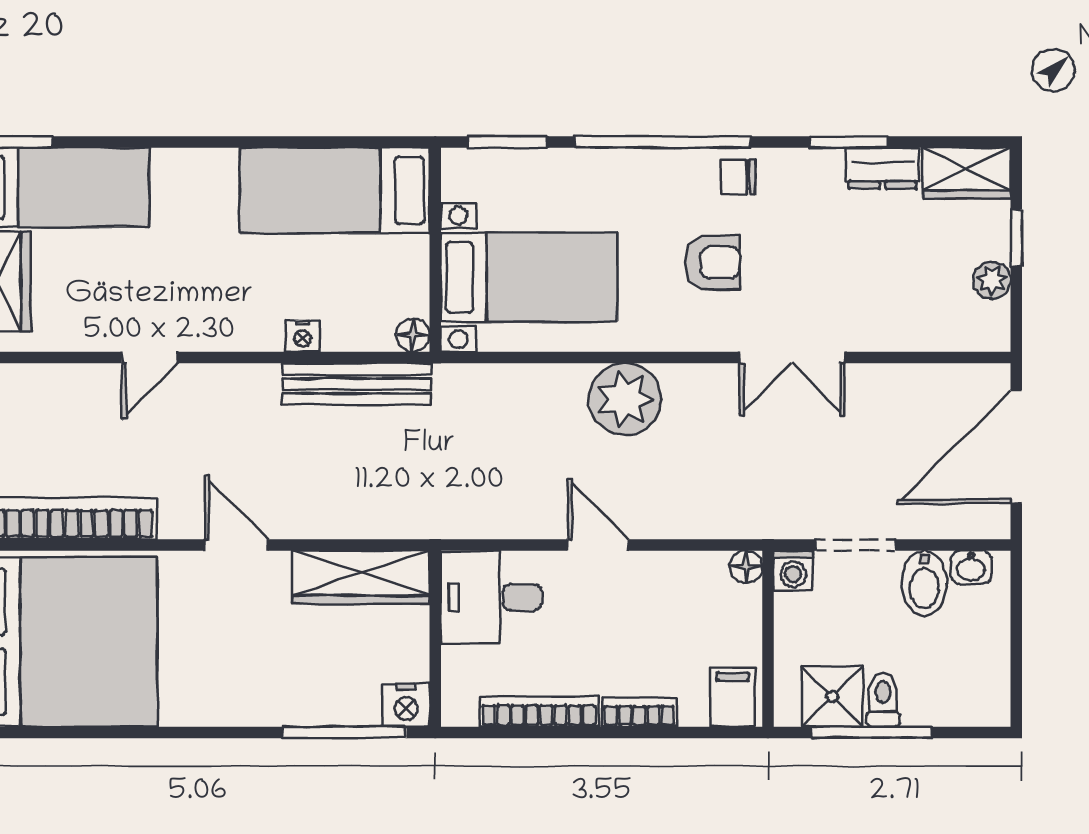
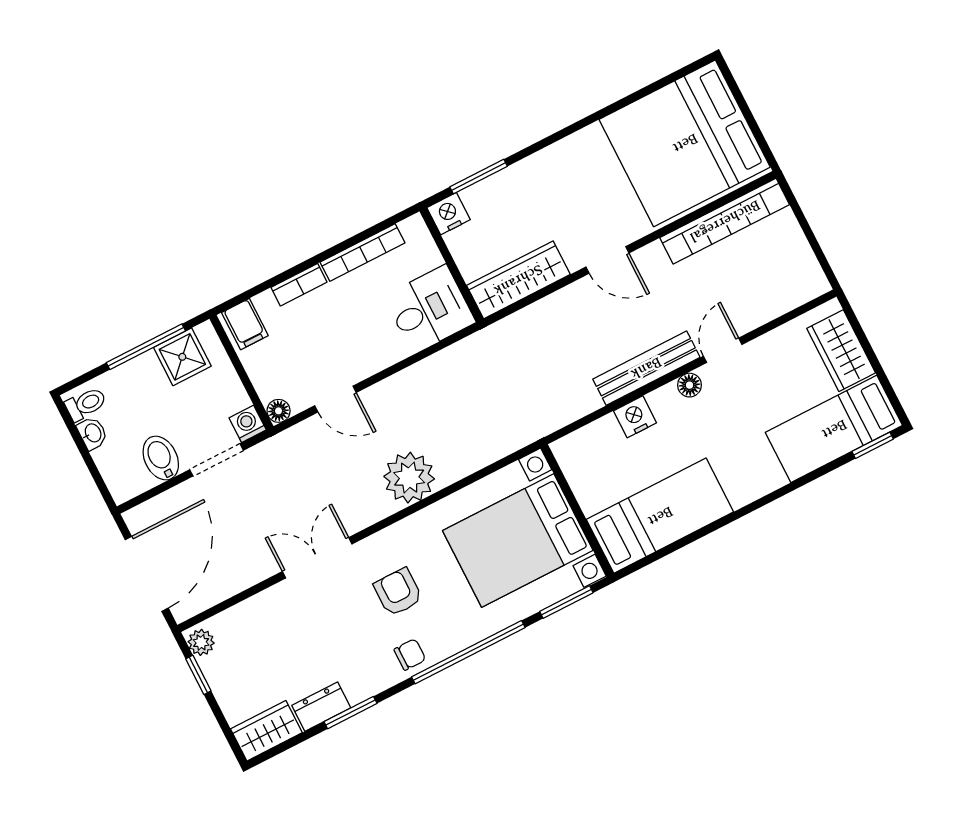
window: (1016, 238) -> (198, 675), moved
armchair: (713, 262) -> (398, 592), turned 90
bed with nightstands: (529, 277) -> (518, 540), width x1.36
plant: (992, 280) -> (201, 642), moved
floor lamp: (413, 335) -> (690, 385), moved
nightstand: (303, 336) -> (635, 417), width x1.39, depth x1.35
bench: (357, 384) -> (646, 368), moved
door: (598, 545) -> (335, 399), moved
washbasin: (971, 567) -> (92, 433), moved, turned 90
toilet: (883, 700) -> (86, 404), moved, turned -90
window: (345, 732) -> (479, 177), width x0.69

